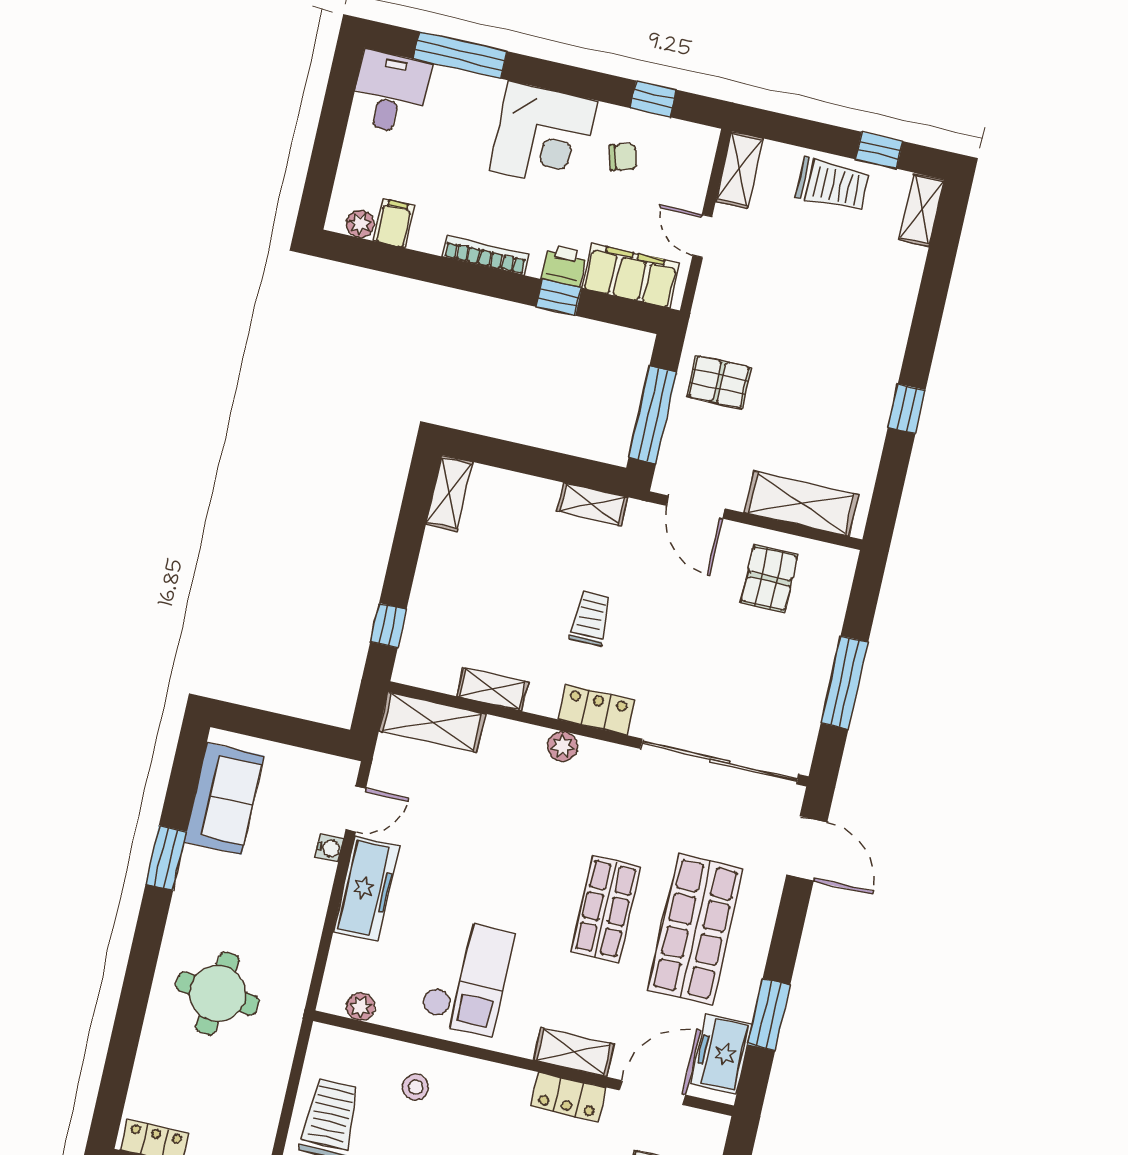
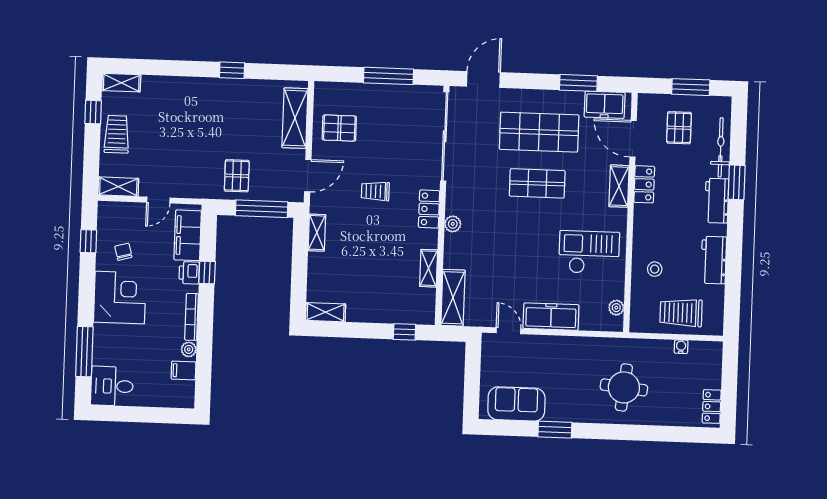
plant: (360, 224) -> (189, 349), moved
trolley: (591, 618) -> (375, 191), moved
water cooler: (329, 848) -> (681, 347), moved

